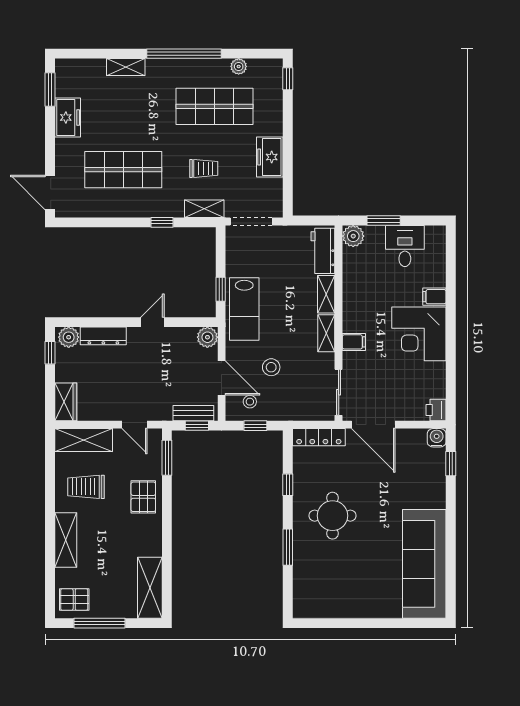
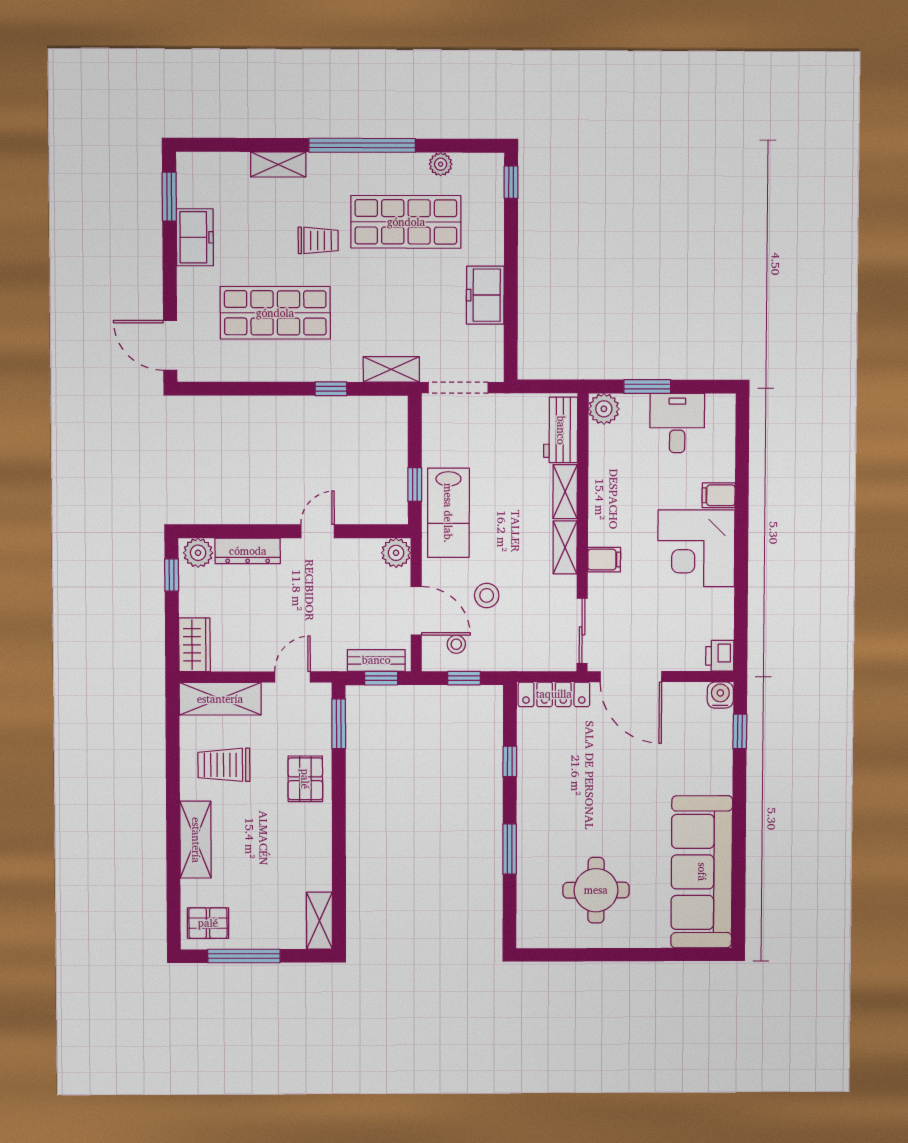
trolley: (204, 168) -> (318, 240), moved
door: (135, 425) -> (293, 677), swing flipped
round table: (333, 516) -> (596, 890), moved
shelving: (150, 588) -> (319, 921), width x0.67, depth x0.75

